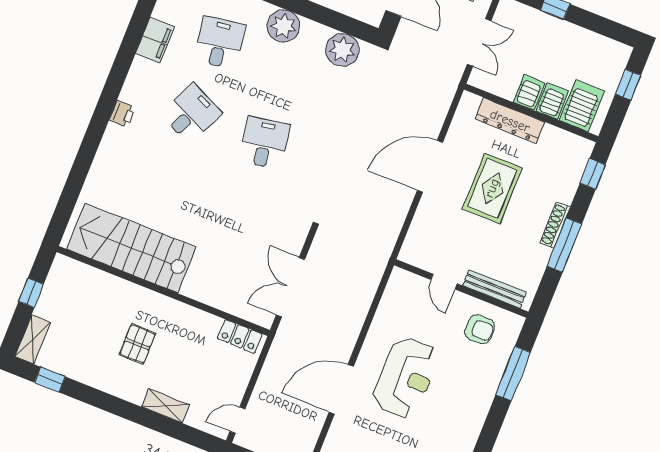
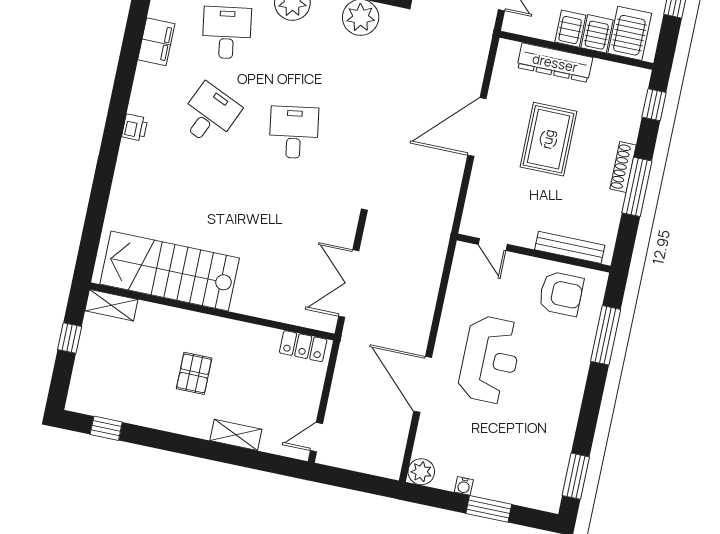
door: (444, 282) -> (493, 244), moved
armchair: (480, 329) -> (561, 294), width x1.38, depth x1.38
shelving: (33, 339) -> (111, 305), moved, turned 90
door: (341, 389) -> (423, 384), hinge flipped

